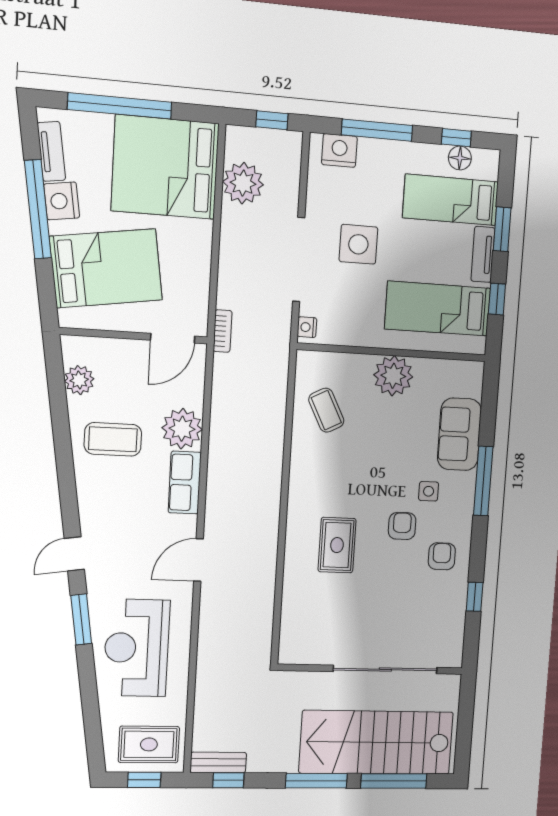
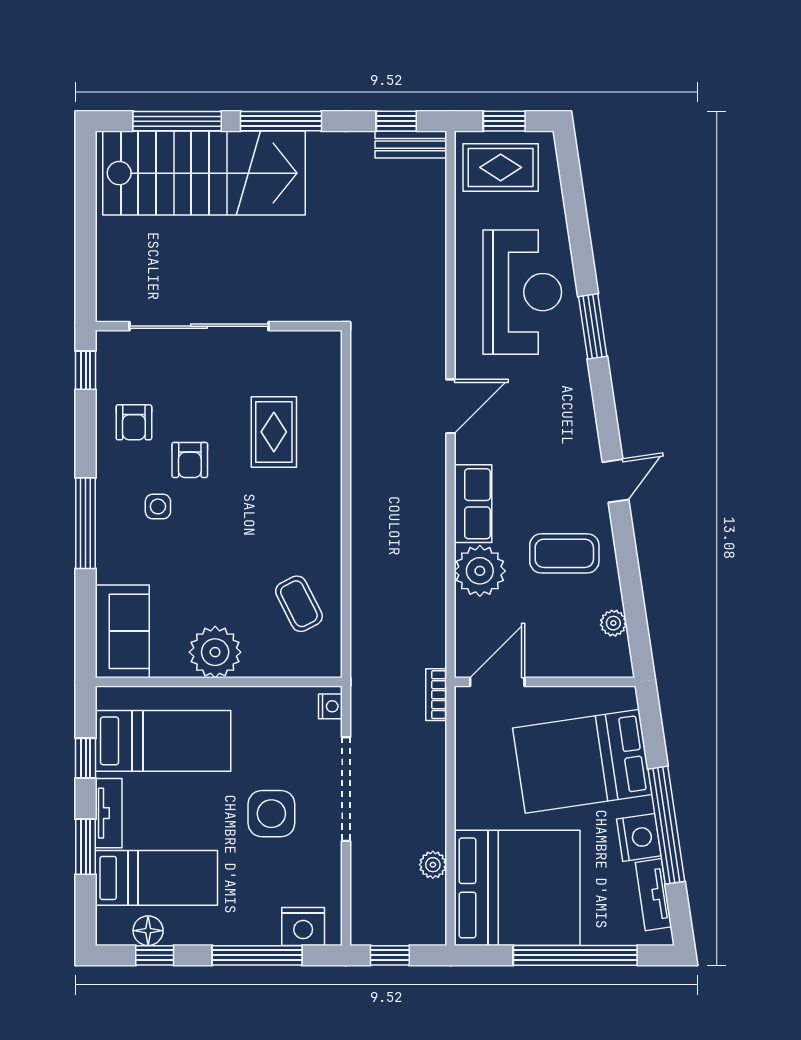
plant: (243, 183) -> (433, 865), width x0.53, depth x0.53
plant: (79, 380) -> (613, 623), width x0.73, depth x0.73
sofa: (459, 434) -> (122, 631), moved
door: (74, 554) -> (615, 481), moved
wall: (371, 669) -> (219, 326), moved
sliding door: (385, 670) -> (199, 326), moved

